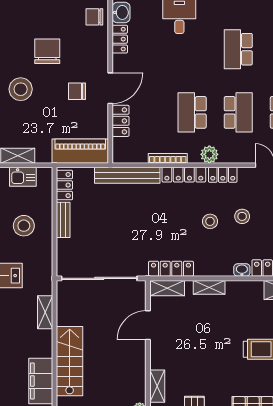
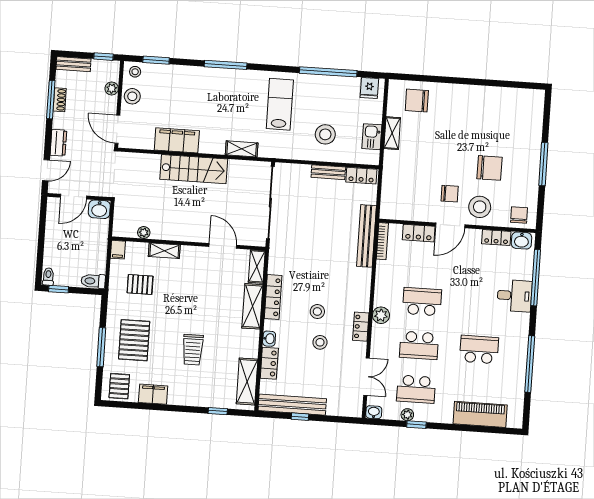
door: (110, 88) -> (450, 225), hinge flipped
stool: (21, 89) -> (480, 207), moved
chair: (77, 91) -> (450, 194), turned 90
piano: (80, 151) -> (392, 193), removed
bookcase: (168, 158) -> (382, 241), moved
locker: (184, 175) -> (363, 290), removed
locker: (171, 269) -> (273, 297), moved
shelving: (209, 287) -> (252, 306), width x1.50, depth x1.33

